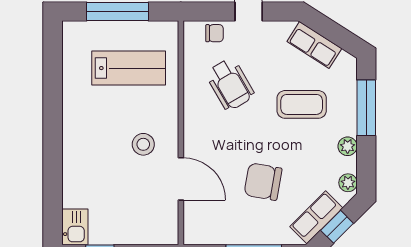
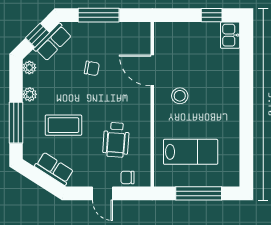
lab bench: (129, 68) -> (191, 152), turned 180
wheelchair: (230, 84) -> (116, 140), turned -146
chair: (263, 182) -> (92, 68), width x0.54, depth x0.54

